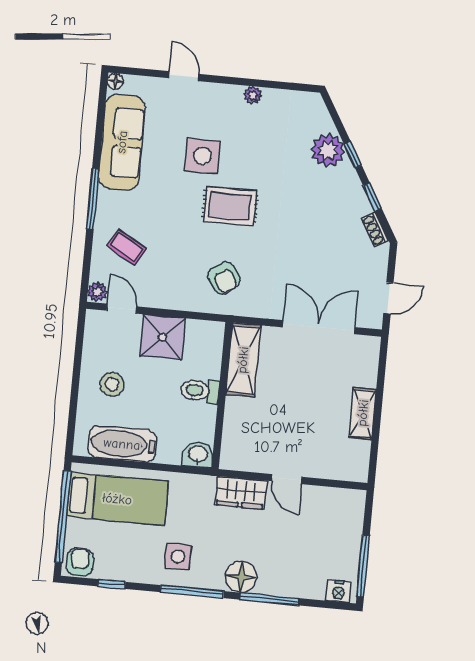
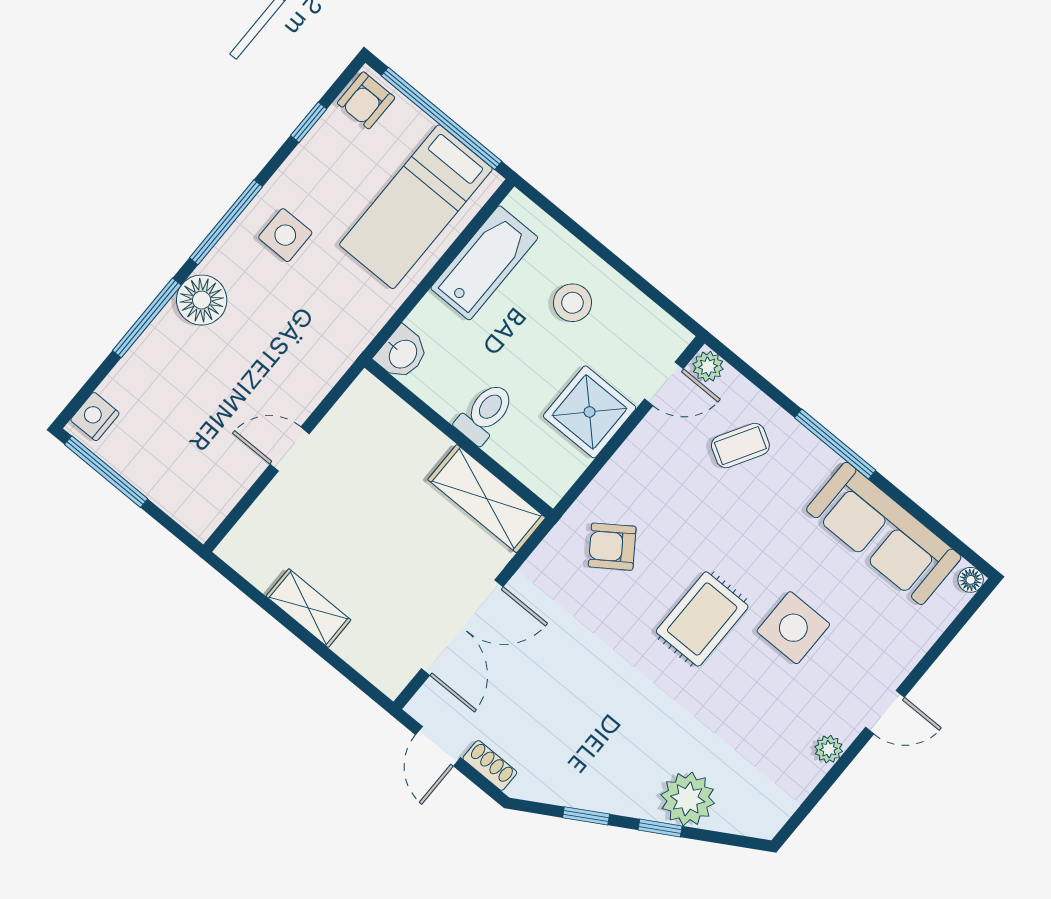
door: (184, 76) -> (885, 712), moved
shoe rack: (375, 230) -> (490, 765), moved, turned 30
wardrobe: (241, 493) -> (313, 376), removed
armchair: (80, 562) -> (366, 100), turned 90

